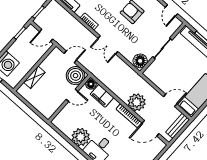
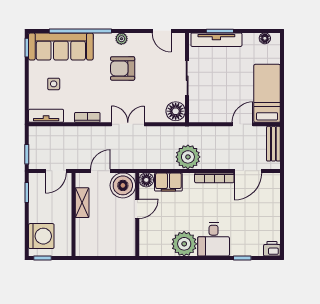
double door: (108, 45) -> (128, 124), swing flipped
shelving: (34, 77) -> (82, 203), moved
plant: (137, 102) -> (188, 157), moved

